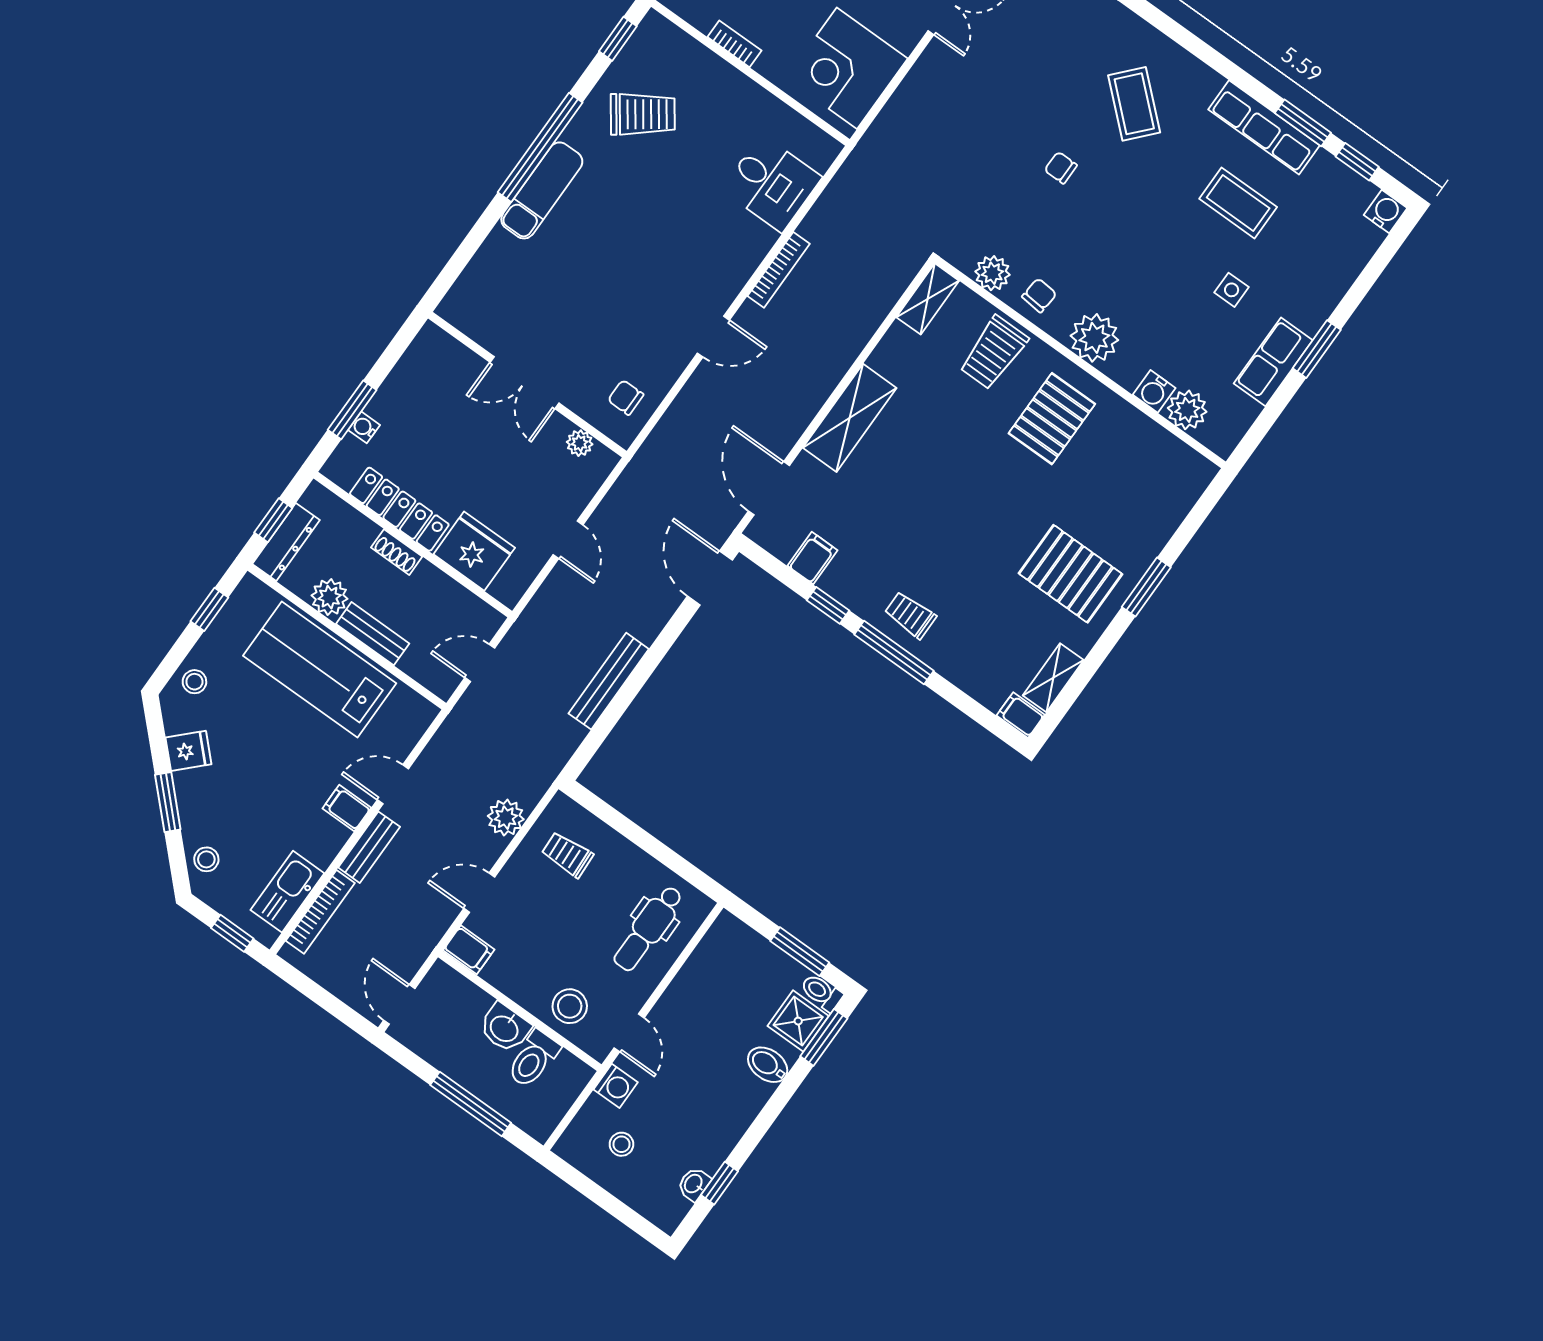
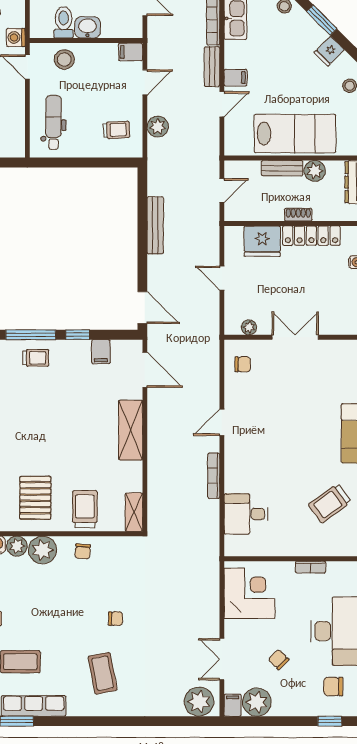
coffee table: (1134, 104) -> (103, 673), turned 37
plant: (992, 273) -> (17, 546), moved

